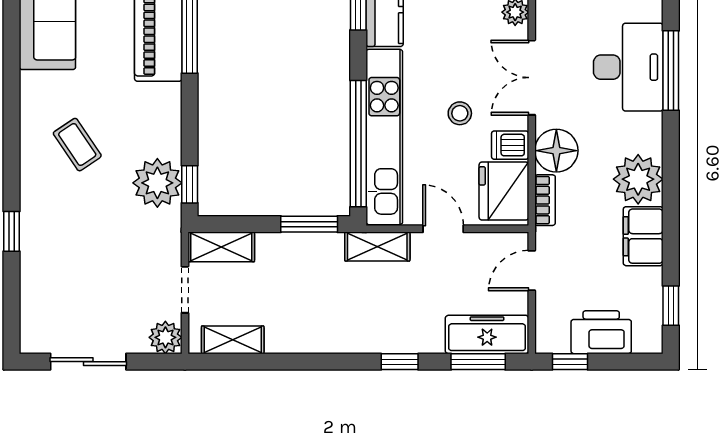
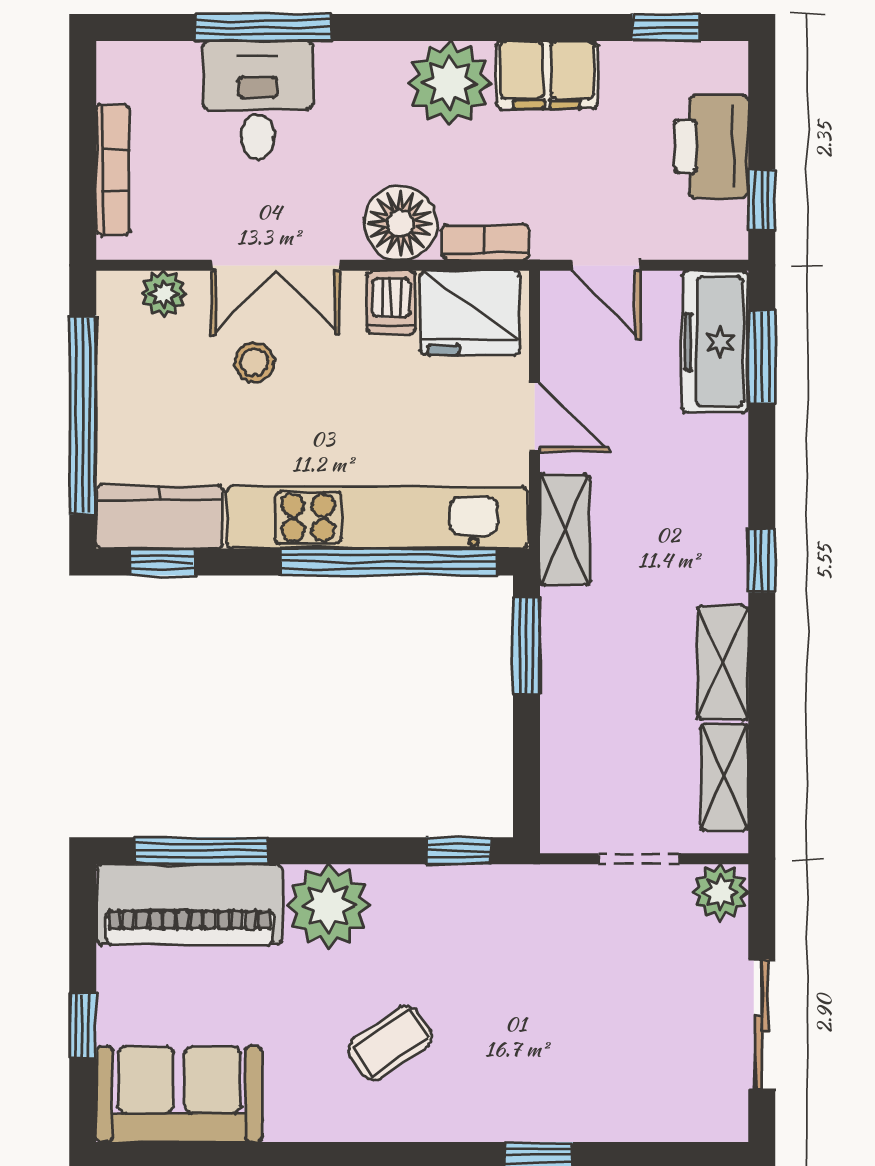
desk: (628, 67) -> (258, 100), width x0.73
stool: (460, 113) -> (254, 362), moved
plant: (157, 183) -> (328, 906), moved
door: (443, 229) -> (534, 417), swing flipped
shelving: (221, 247) -> (723, 663), moved
window: (400, 362) -> (762, 560), moved

